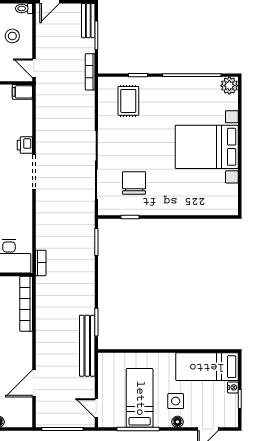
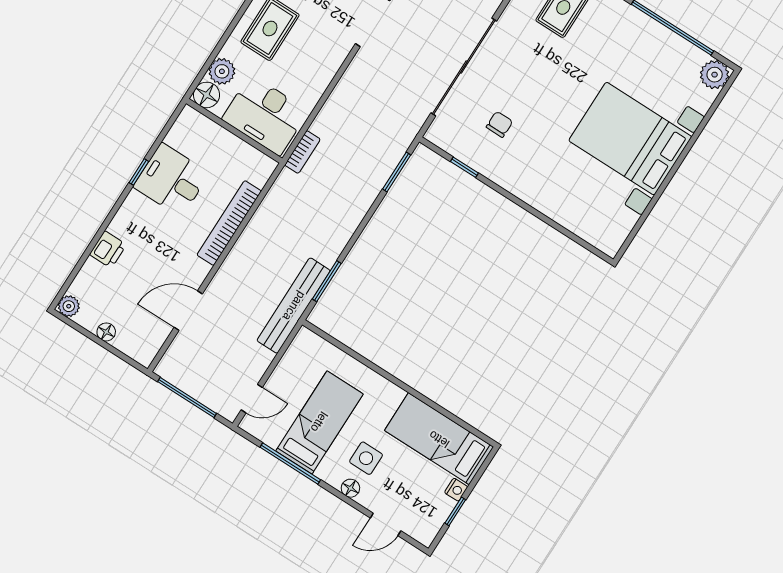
chair: (134, 183) -> (499, 124), width x0.54, depth x0.54
bookcase: (26, 304) -> (229, 223), moved
door: (96, 408) -> (252, 399), swing flipped

